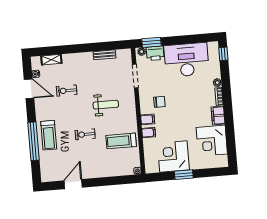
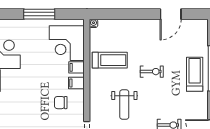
weight bench: (106, 105) -> (124, 105), turned -90
corner desk: (173, 157) -> (67, 43), moved, turned 90
window: (184, 175) -> (39, 14), width x1.44

